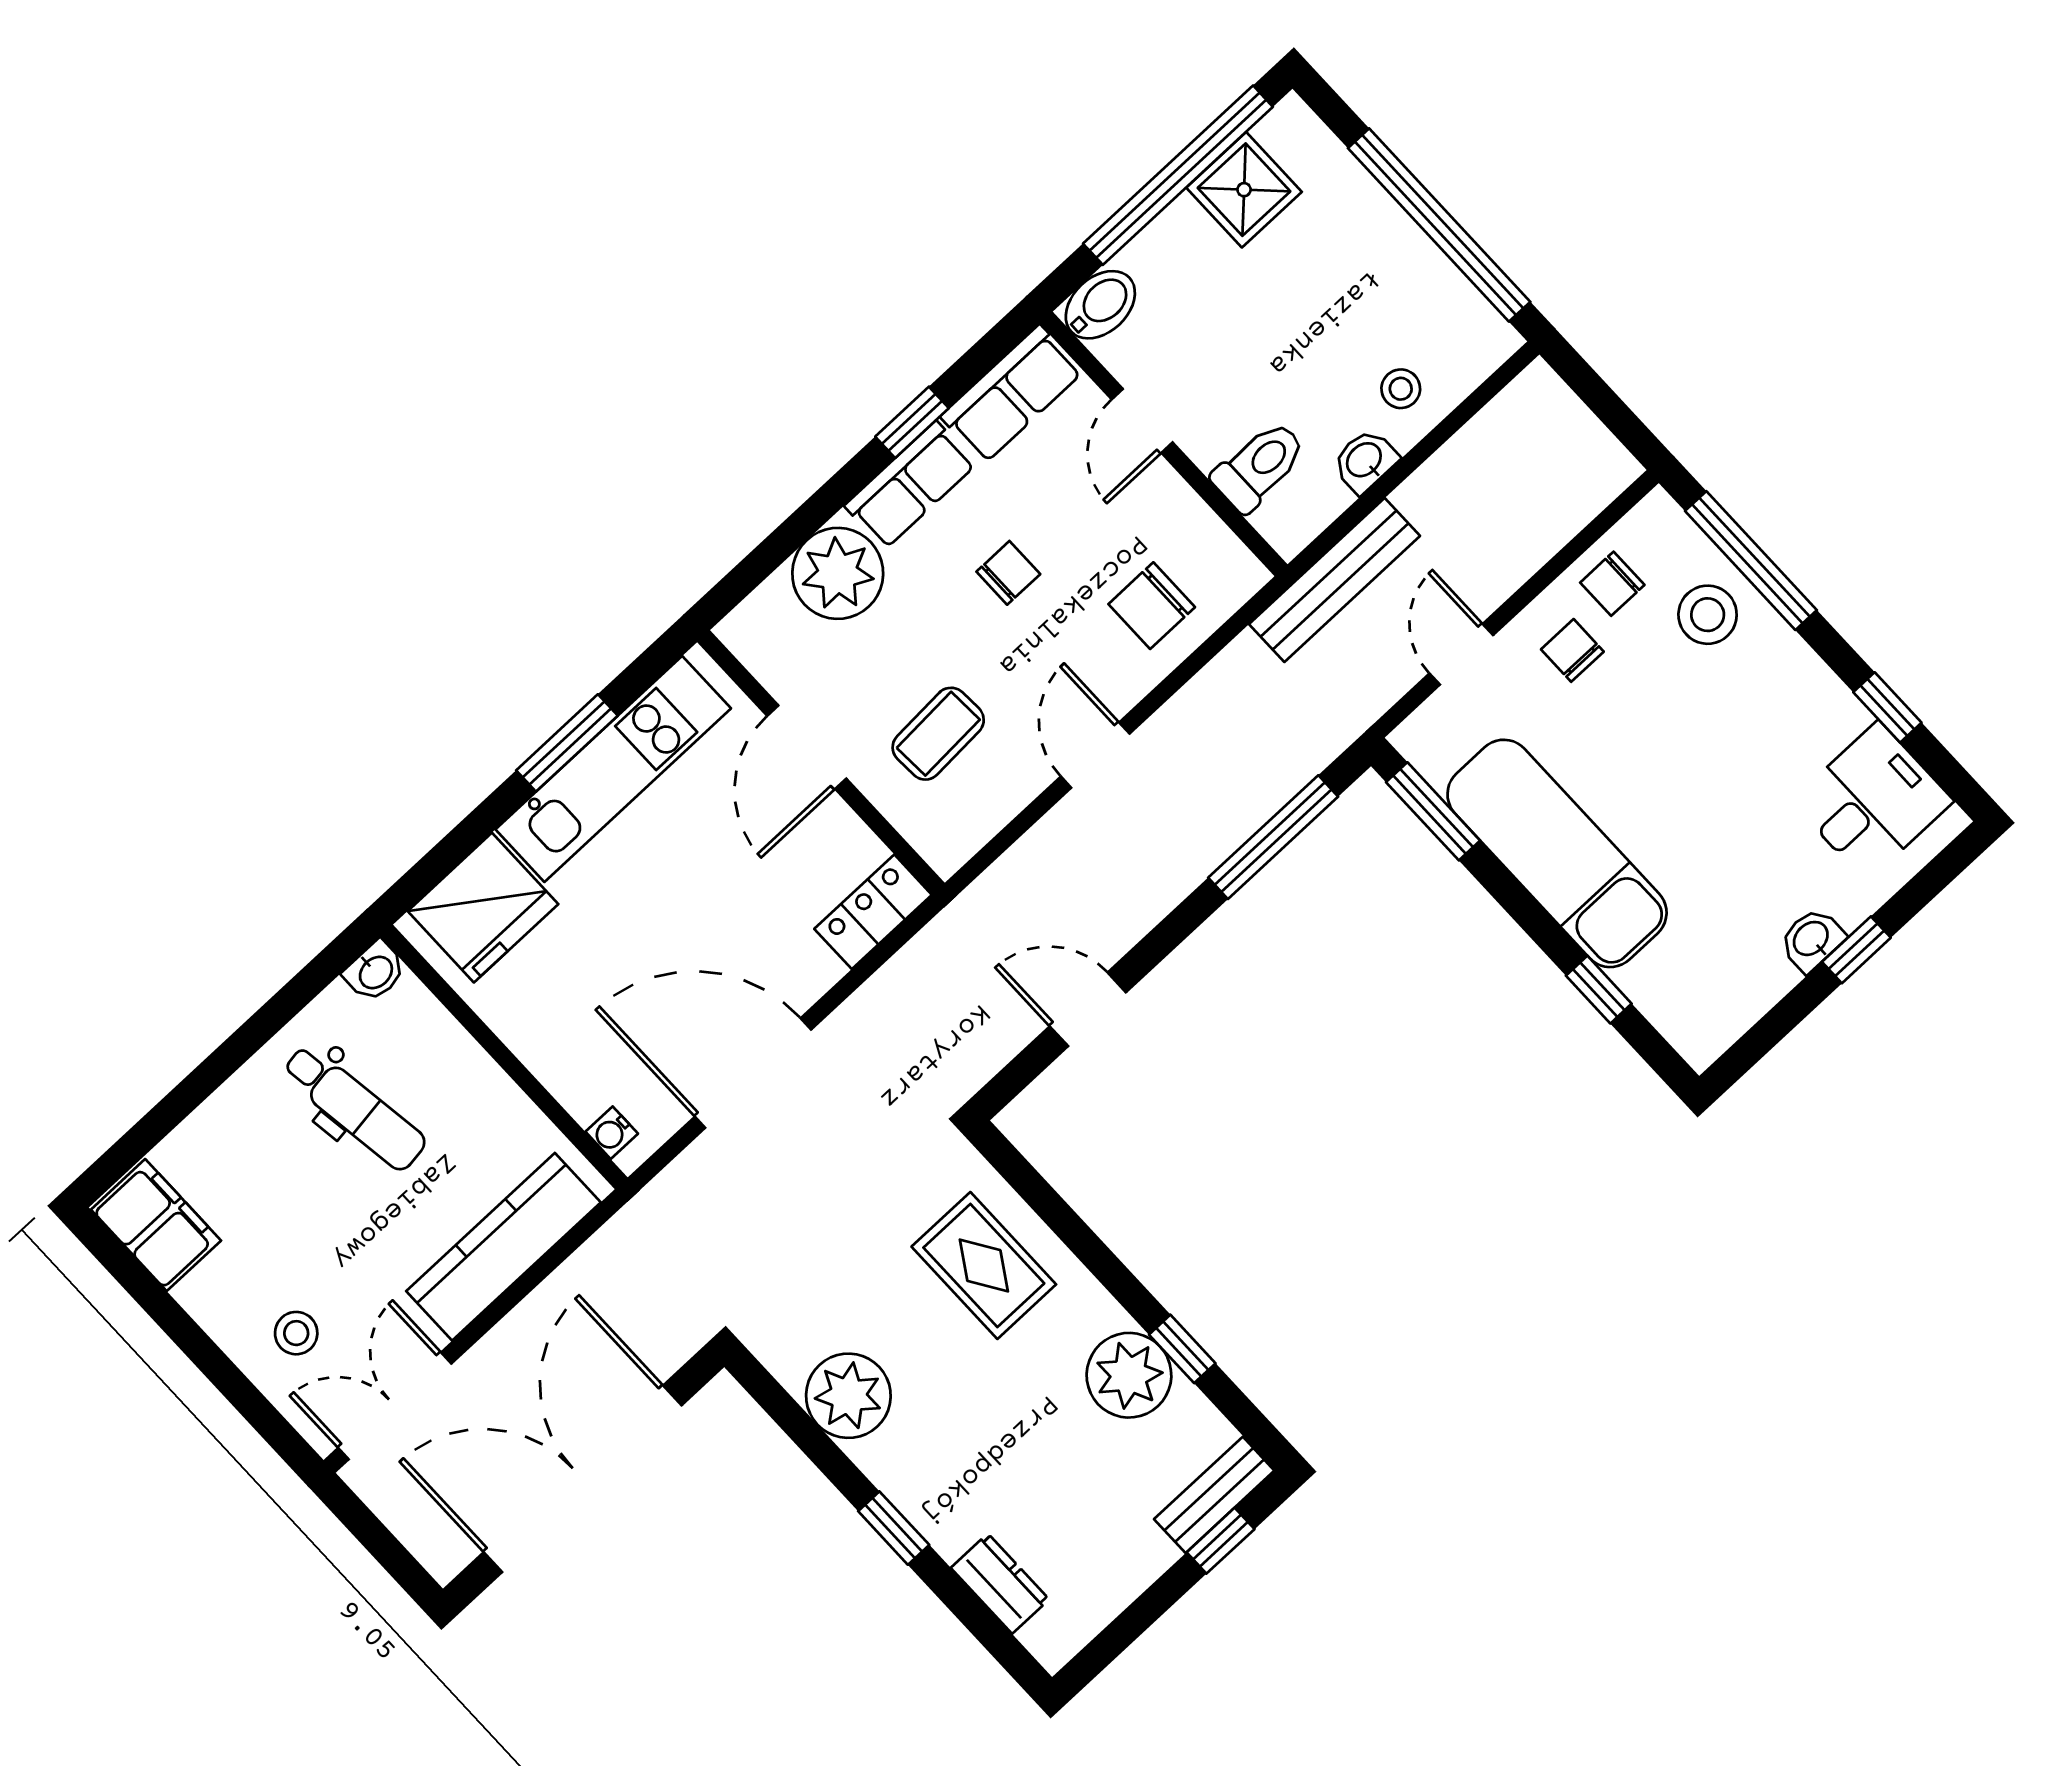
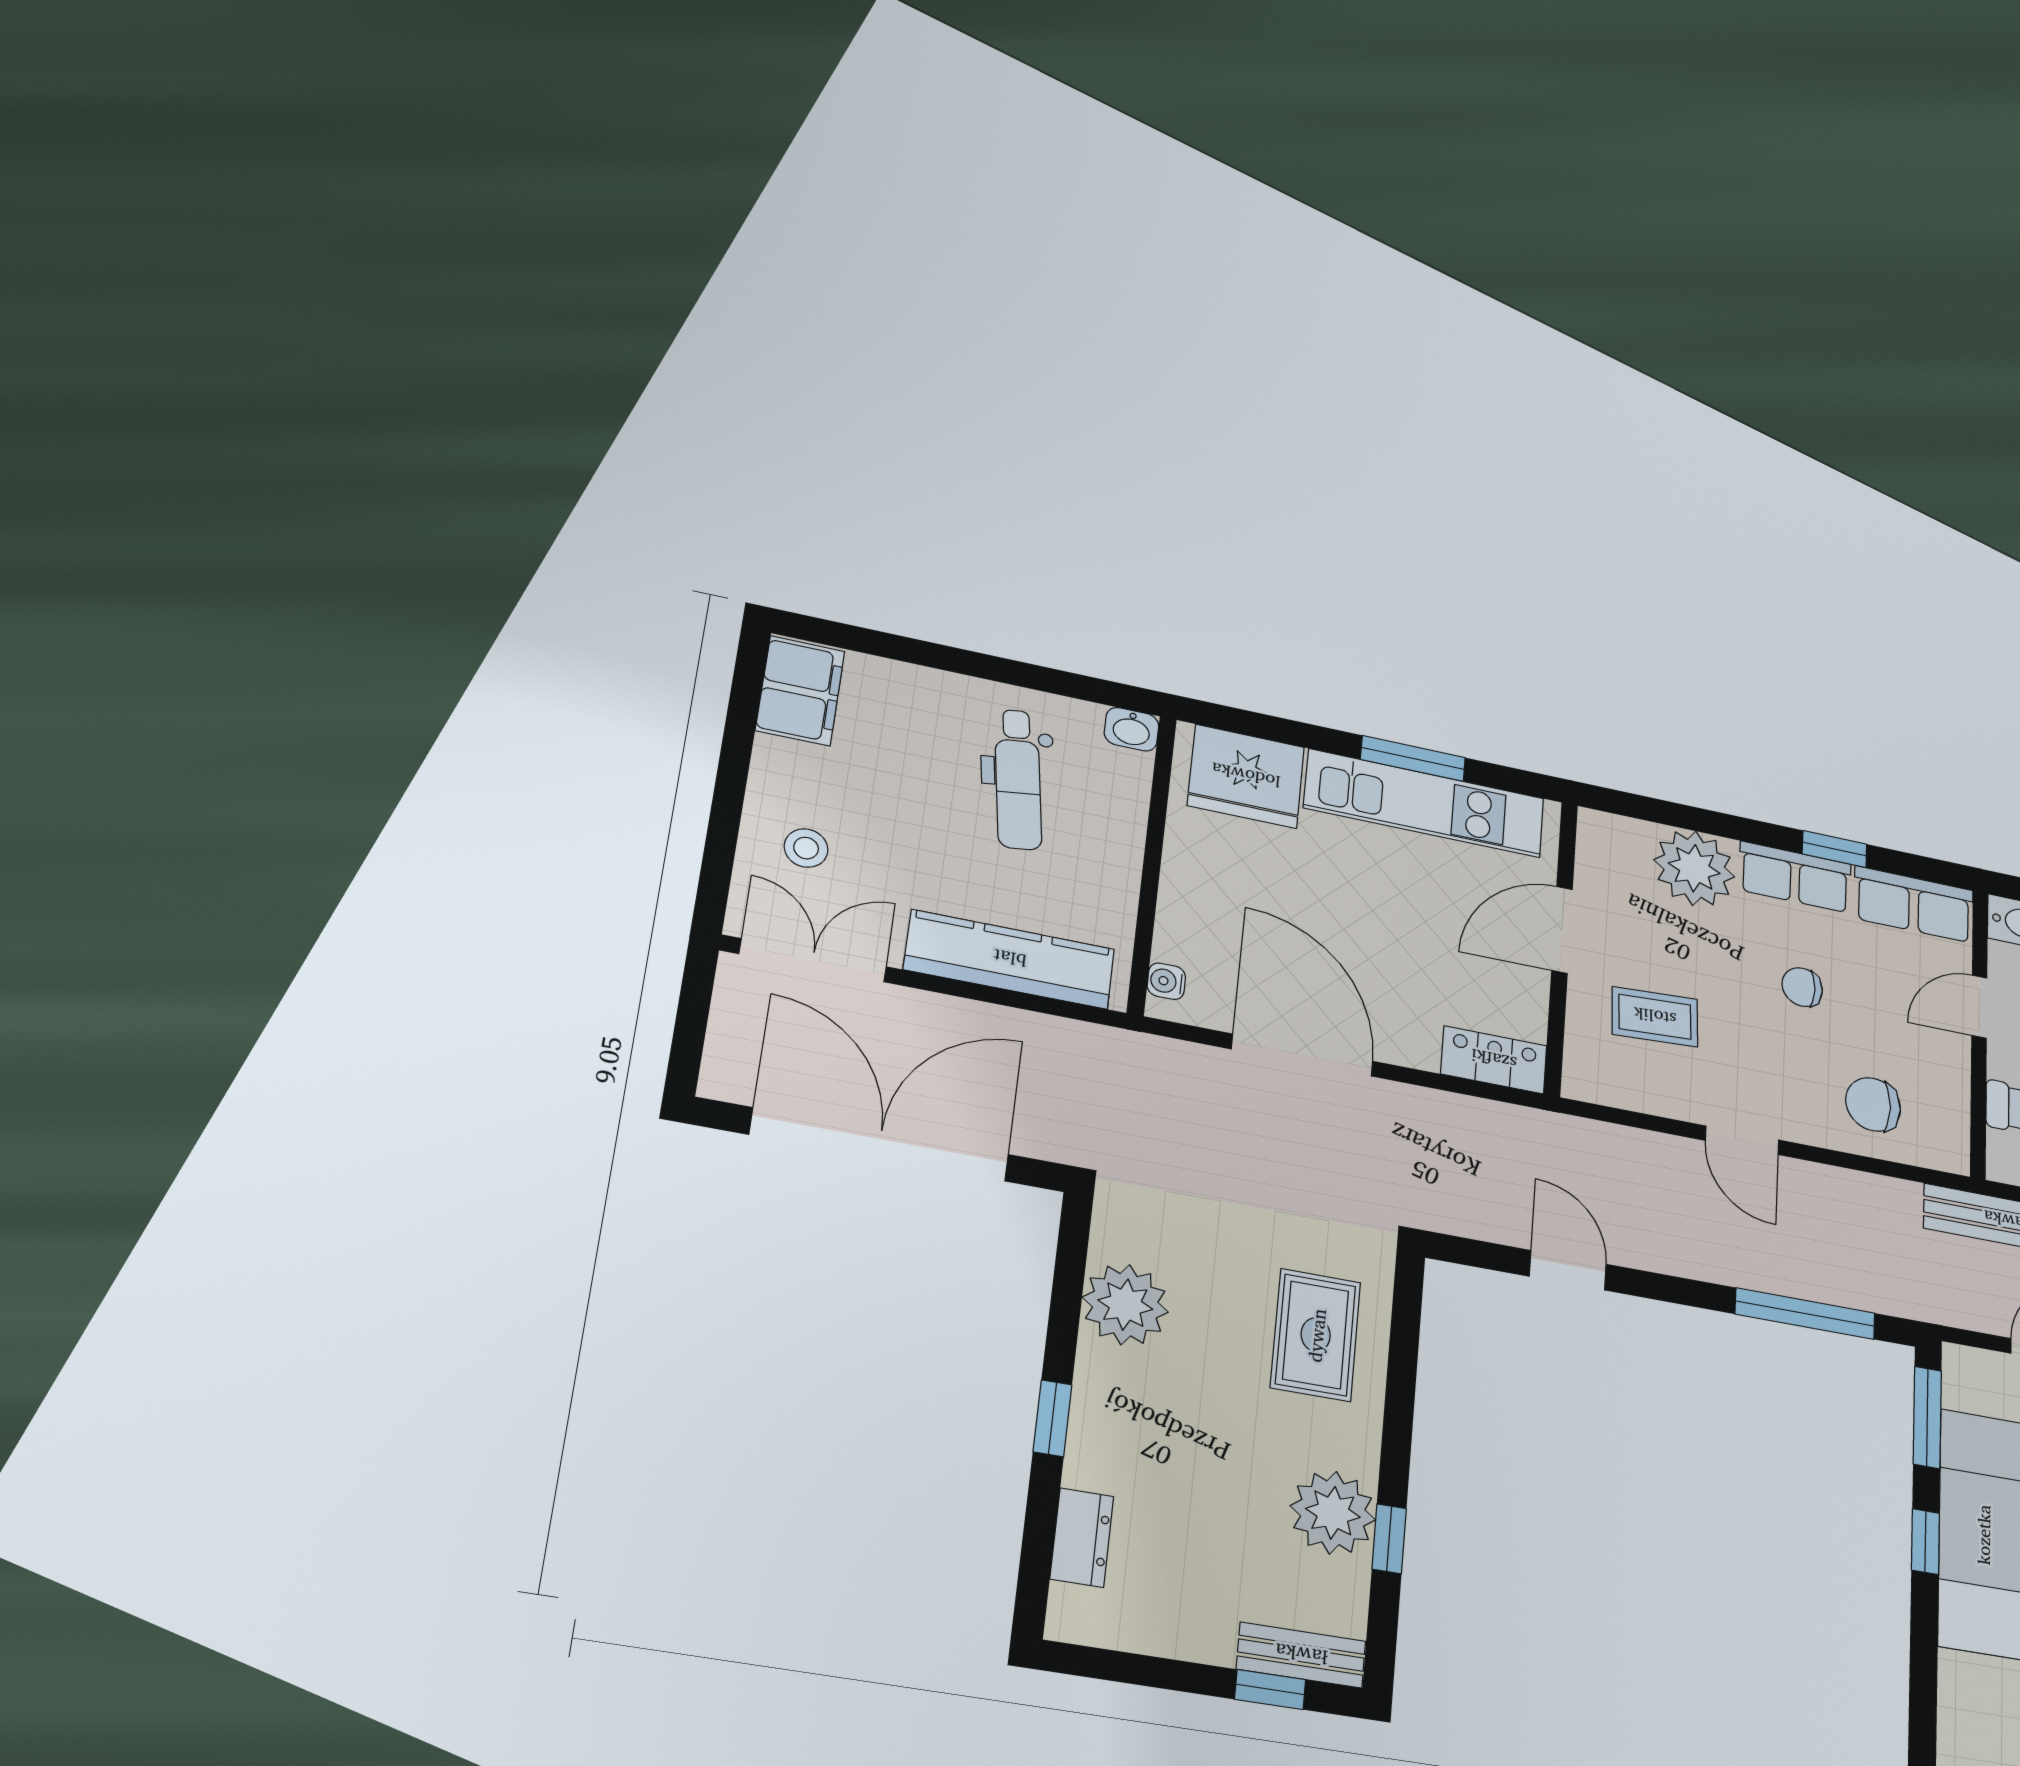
chair: (1008, 573) -> (1802, 987), turned 180
door: (1095, 755) -> (1742, 1140), swing flipped
window: (1599, 990) -> (1925, 1542), moved

